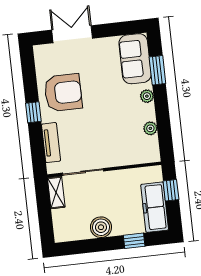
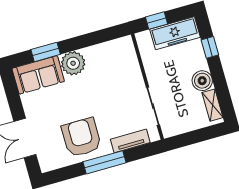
plant: (147, 96) -> (73, 63), width x1.88, depth x1.88
window: (33, 112) -> (104, 162), width x2.17
plant: (150, 128) -> (101, 50), removed
shelving: (56, 192) -> (212, 105), moved, turned 90

